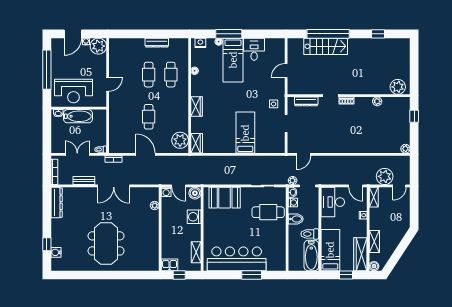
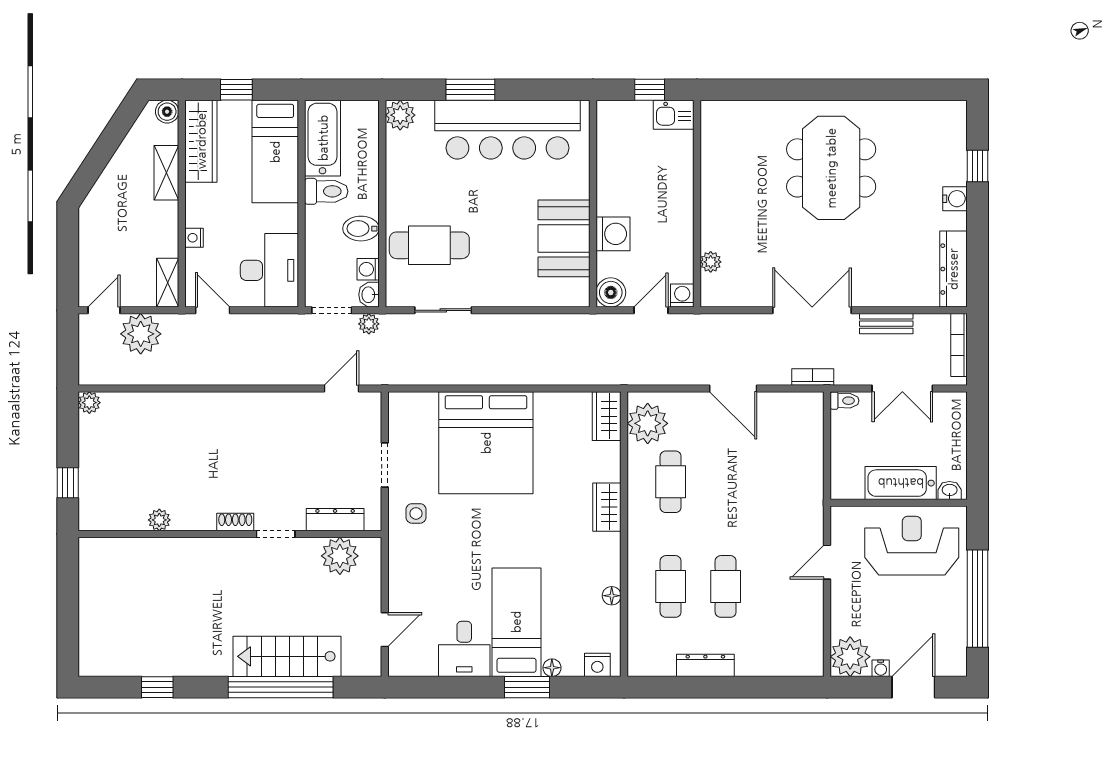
window: (229, 34) -> (527, 687), width x0.69
door: (286, 70) -> (385, 630), moved
plant: (398, 87) -> (340, 556), moved
cafe table: (149, 117) -> (671, 482), moved
bed: (245, 133) -> (486, 443), width x2.04
door: (179, 186) -> (651, 310), hinge flipped
booth: (225, 198) -> (564, 238), moved, turned 90
water cooler: (56, 252) -> (955, 199), moved
shelving: (196, 252) -> (608, 146), removed
plant: (280, 265) -> (400, 115), added

